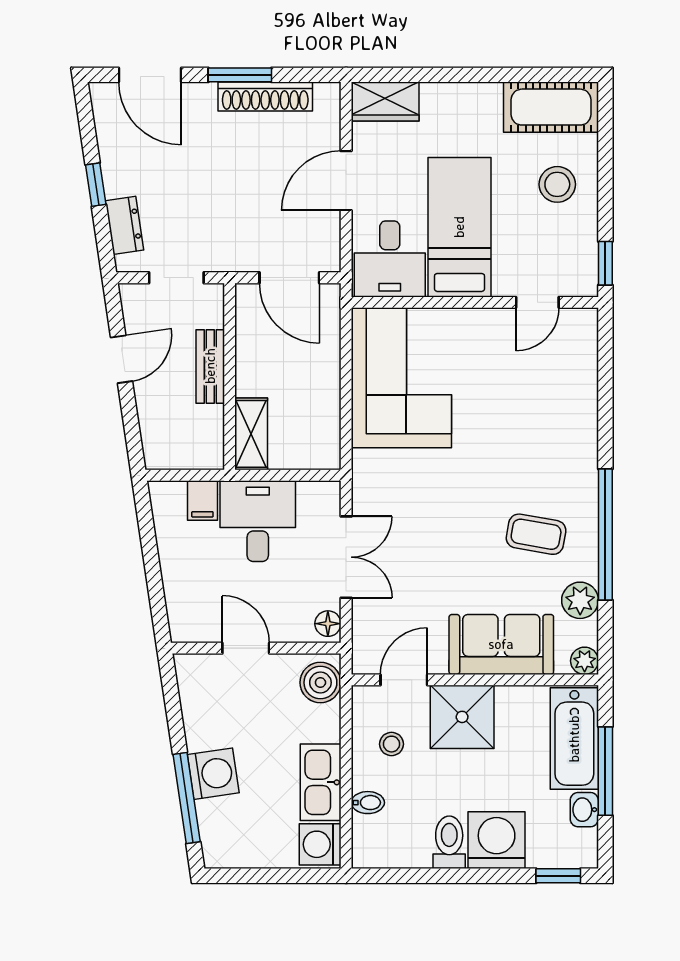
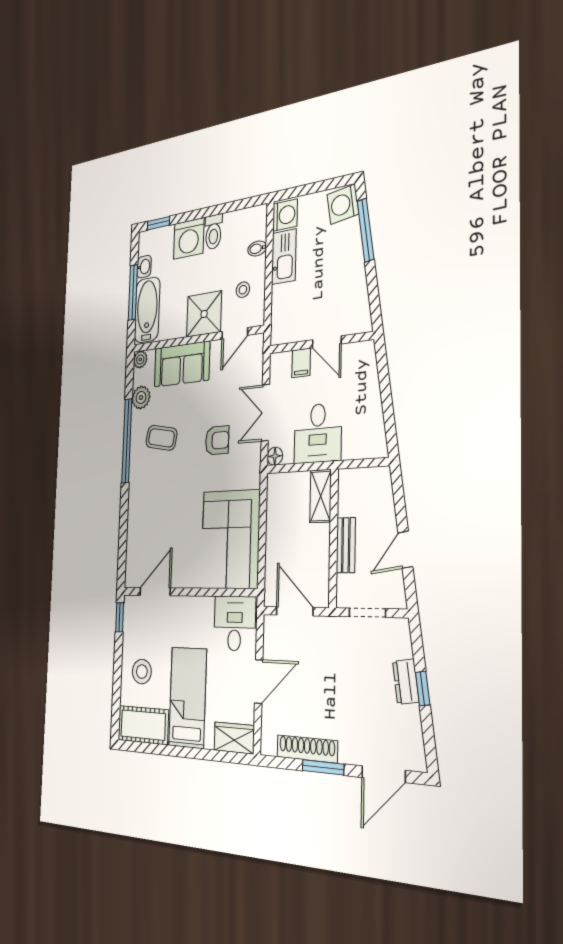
door: (150, 75) -> (383, 774), swing flipped
dresser: (124, 225) -> (406, 682), moved
bed: (459, 227) -> (188, 697), moved, turned 180
door: (537, 302) -> (155, 592), width x1.38
filing cabinet: (202, 500) -> (301, 363), moved, turned 180
armchair: (430, 523) -> (217, 440), added
floor lamp: (328, 624) -> (275, 456), moved
boiler: (320, 683) -> (282, 324), removed
washing machine: (213, 774) -> (343, 204), moved

